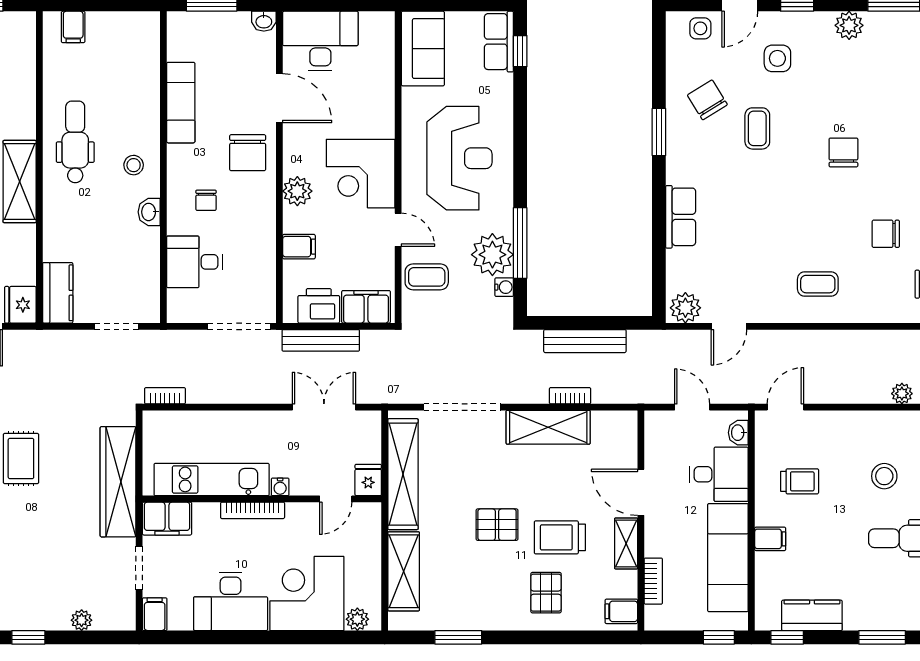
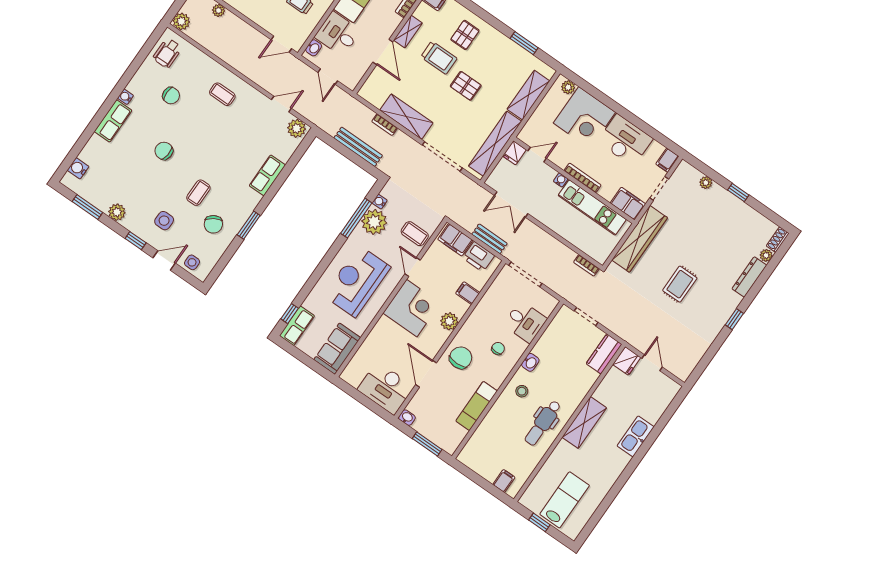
chair: (843, 152) -> (164, 151), turned 96
bench: (321, 340) -> (489, 239), width x0.73

